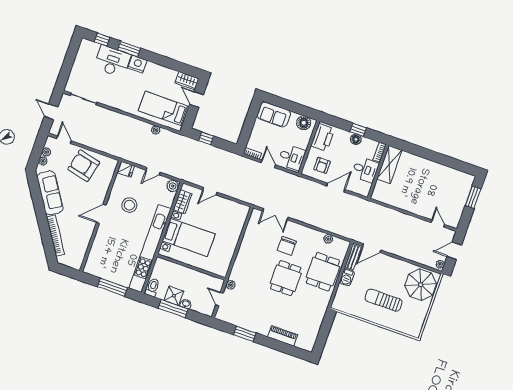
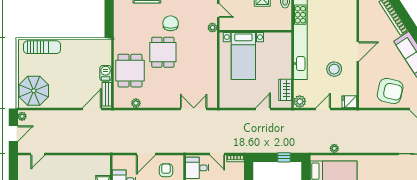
door: (438, 224) -> (38, 154), hinge flipped
bed with nightstands: (189, 237) -> (243, 56), moved, turned -90
chair: (287, 246) -> (171, 23), moved
sun lounger: (383, 300) -> (42, 47), moved

